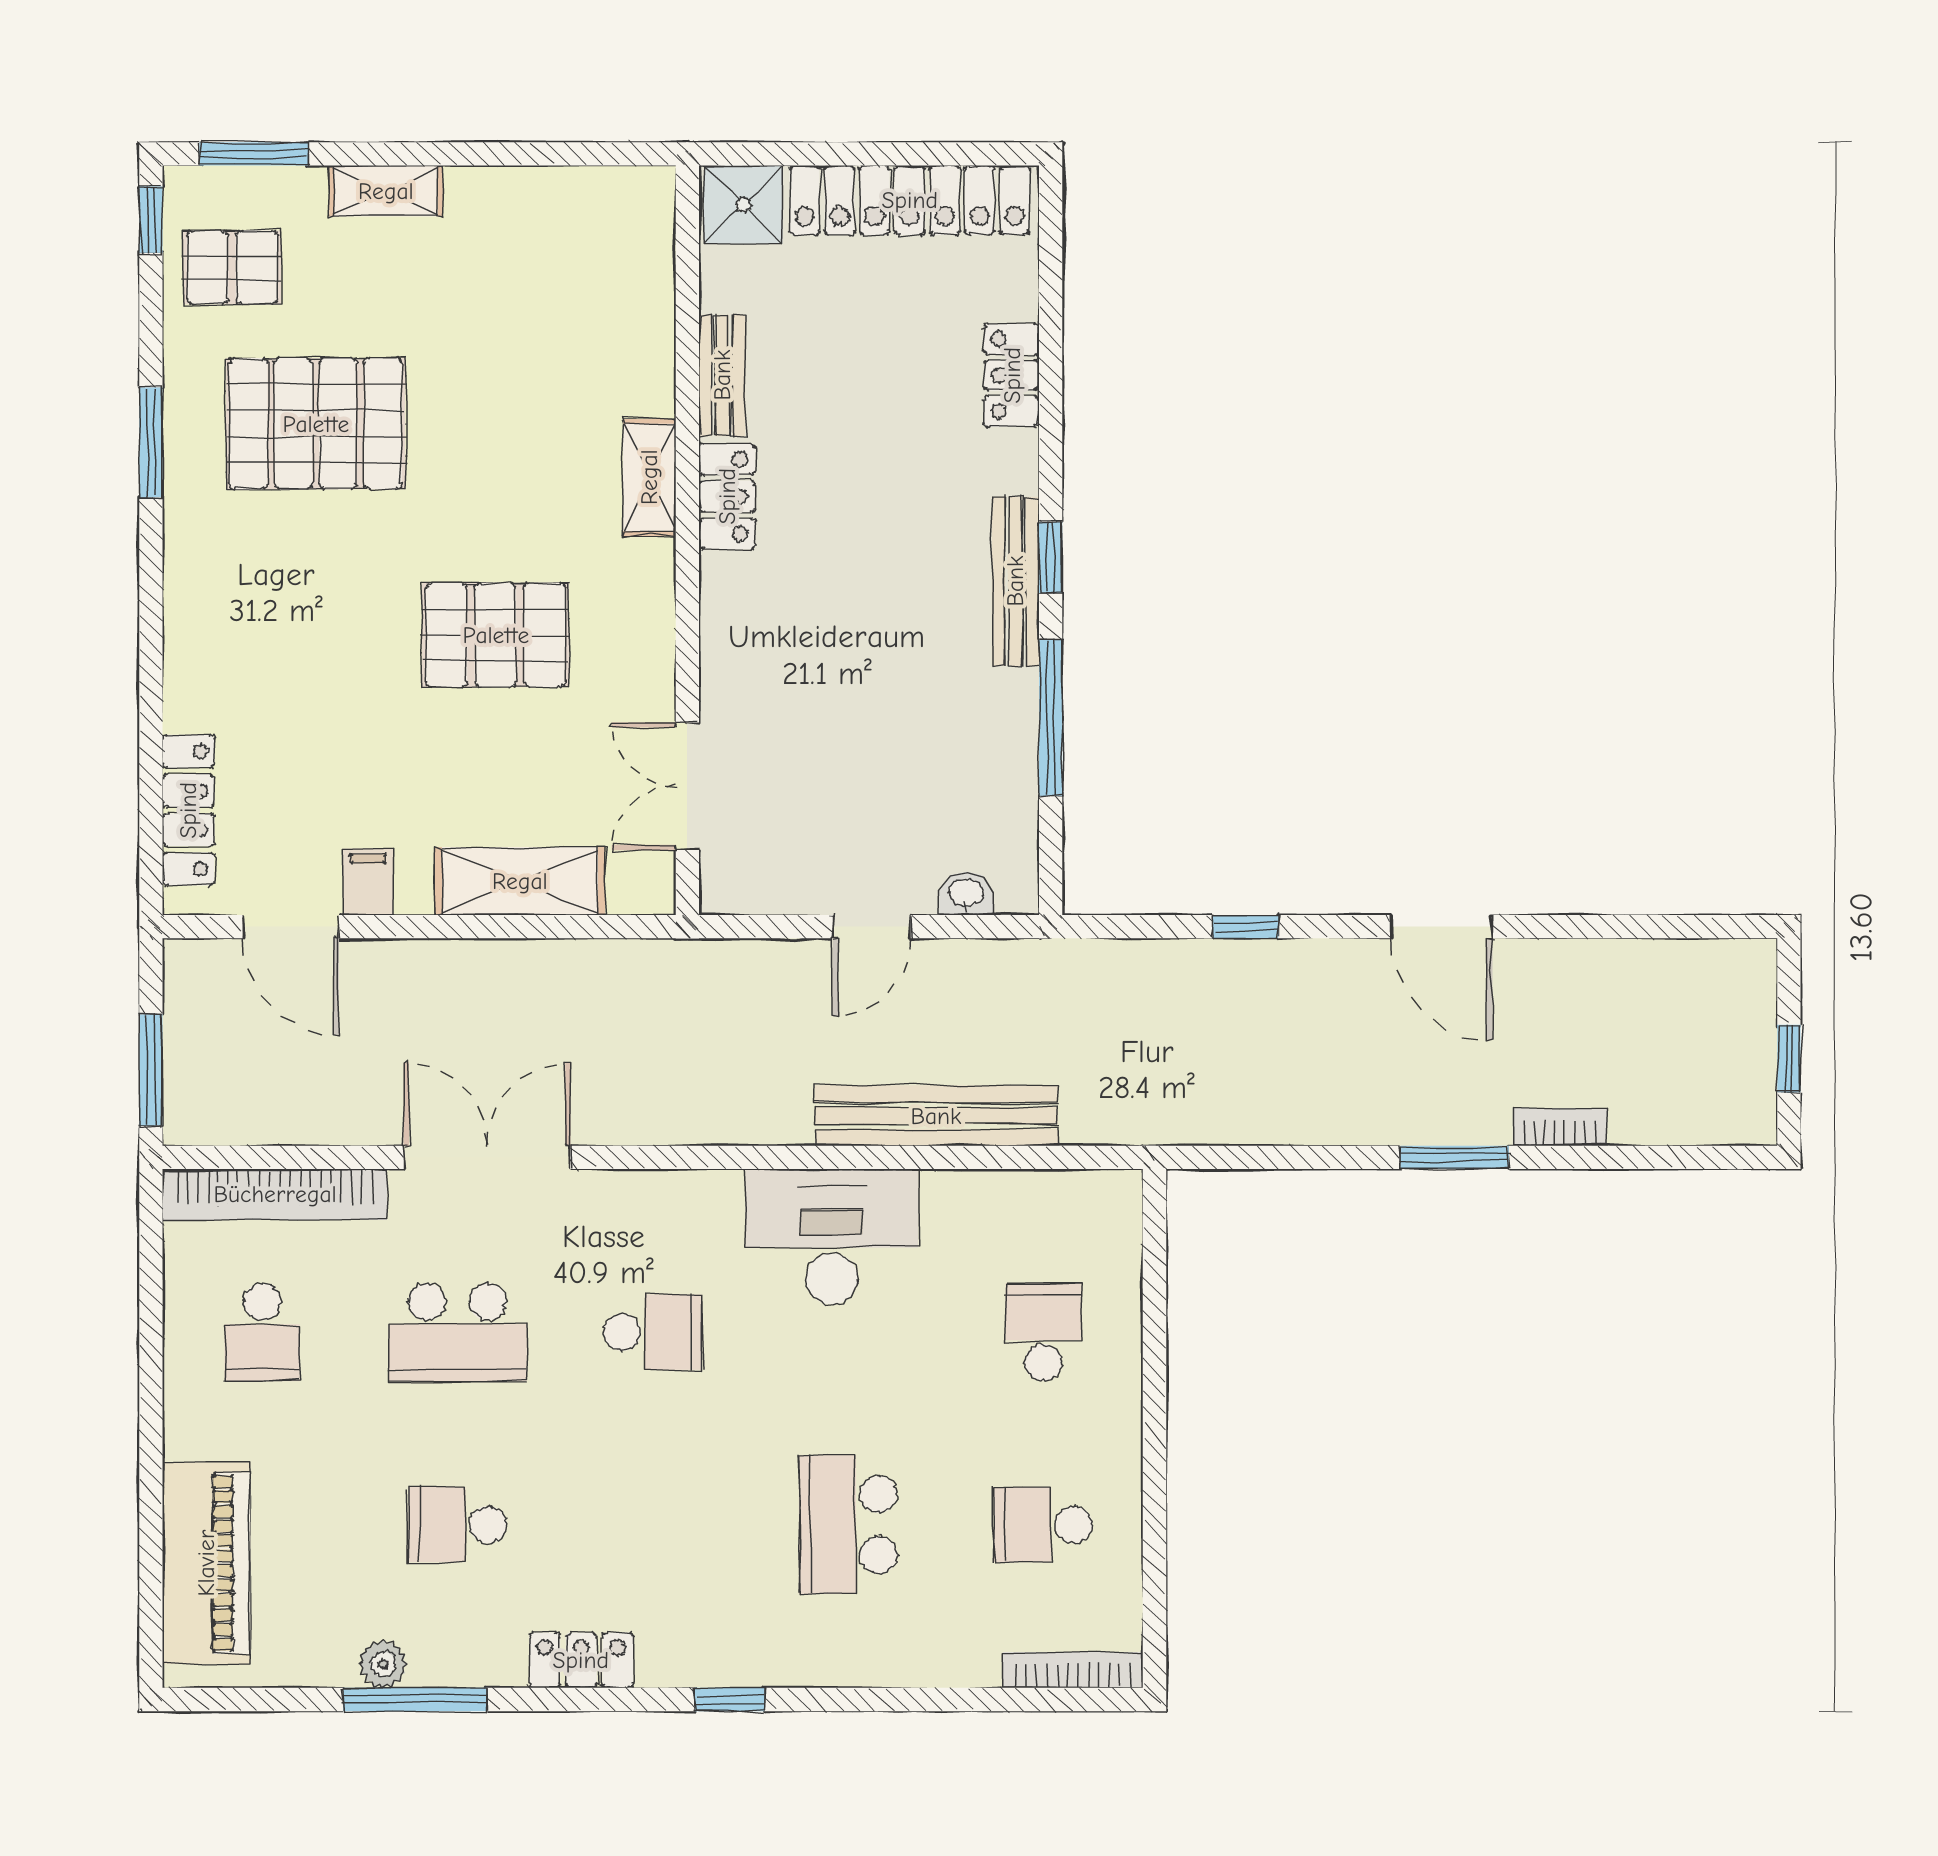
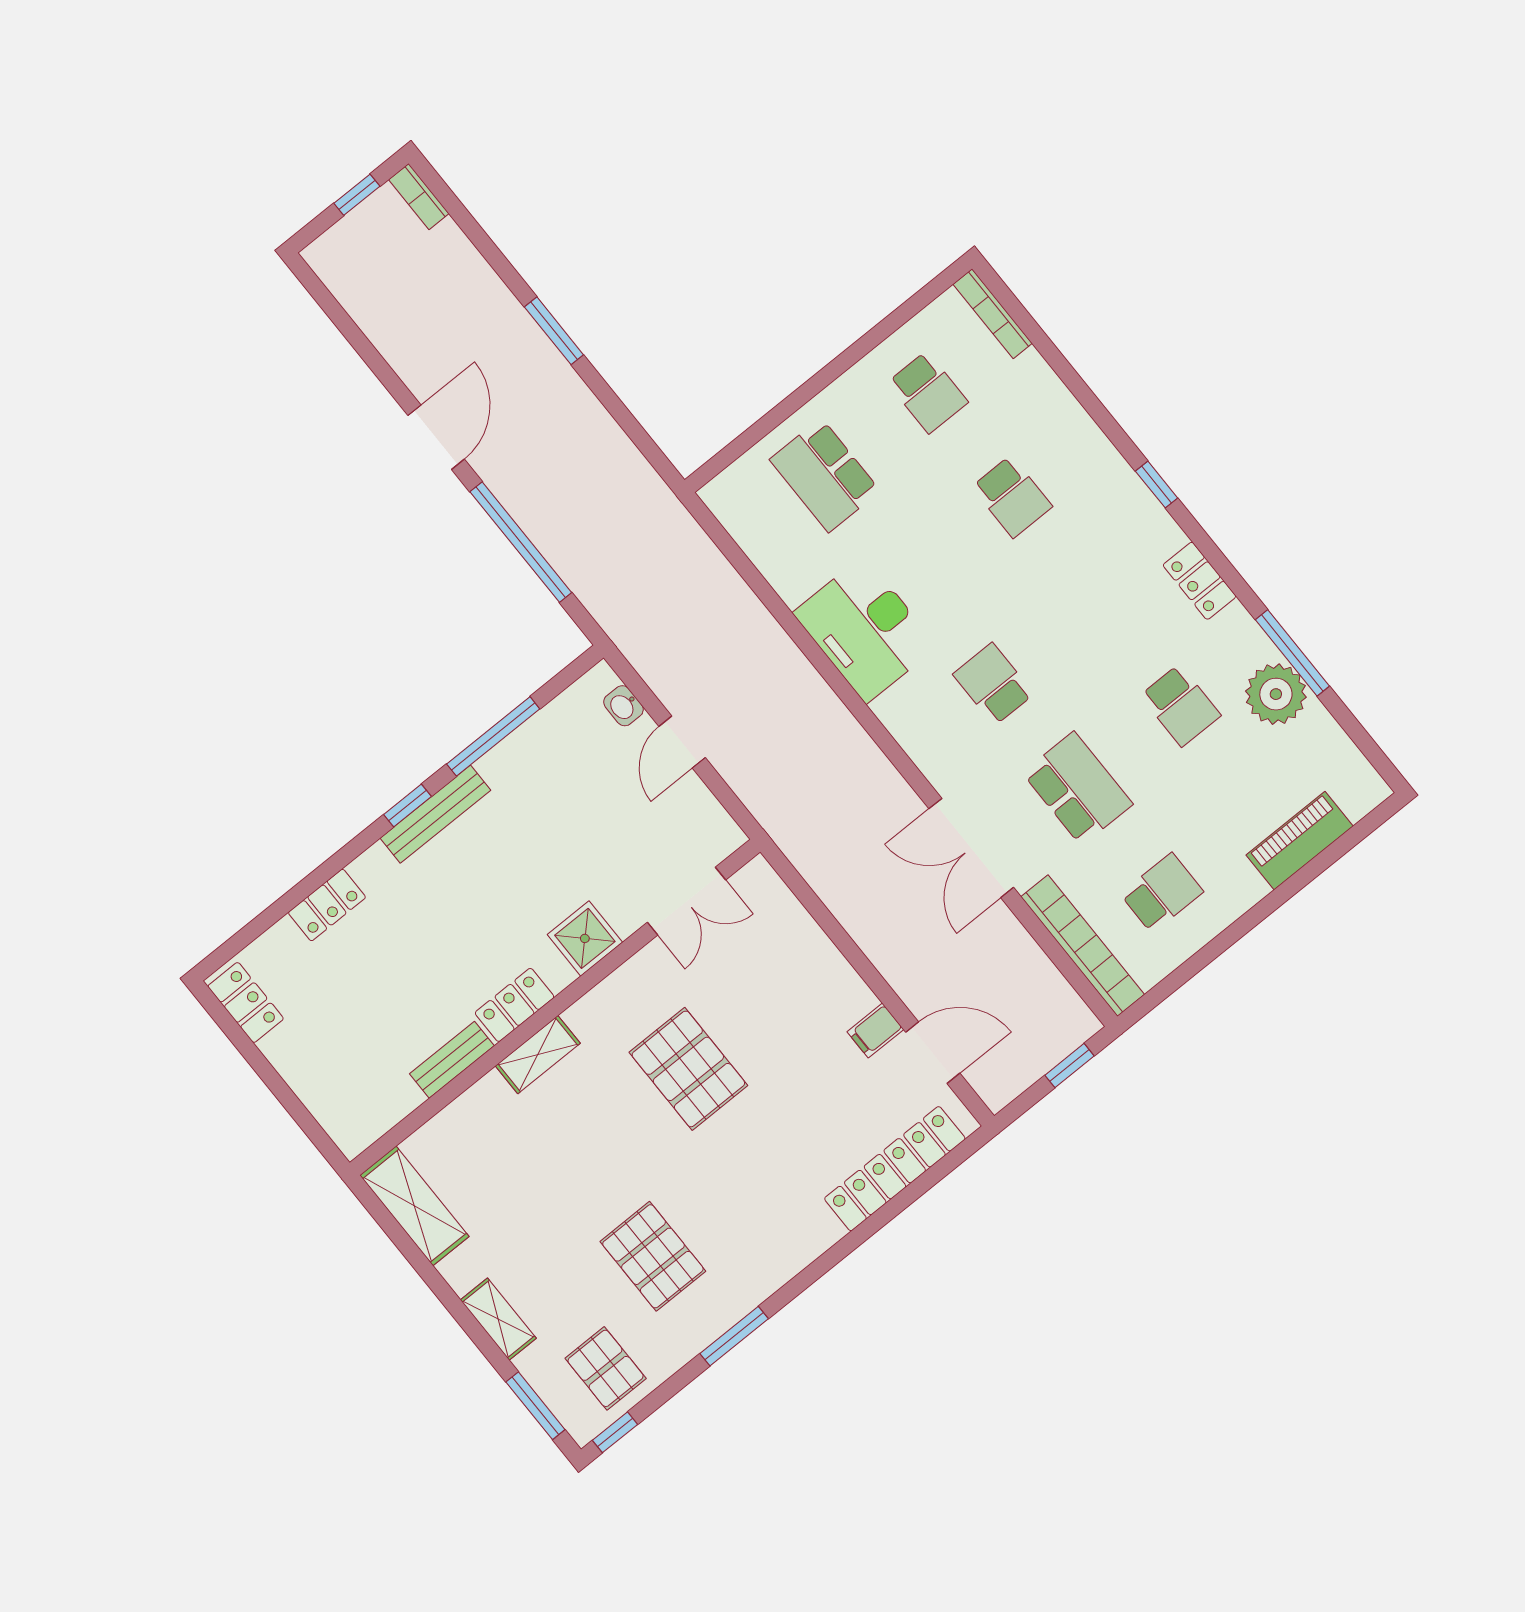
locker: (910, 200) -> (246, 1003), width x0.46, depth x0.83
shower: (743, 205) -> (585, 938), moved
pallet: (316, 424) -> (653, 1256), width x0.73, depth x0.71
locker: (188, 810) -> (895, 1169), width x1.41, depth x1.21
shelving: (520, 881) -> (414, 1206), moved
door: (291, 927) -> (933, 1053), hinge flipped
door: (872, 927) -> (682, 742), swing flipped
window: (1246, 927) -> (521, 542), width x3.17
window: (151, 1070) -> (1069, 1066), width x0.67
bench: (936, 1116) -> (755, 626), removed
bookcase: (1560, 1127) -> (419, 197), moved
school desk: (1043, 1332) -> (825, 475), width x1.85
school desk: (848, 1525) -> (1012, 497), width x0.54
piano: (206, 1563) -> (1300, 841), width x0.73, depth x0.75
plant: (383, 1664) -> (1276, 694), width x1.88, depth x1.88

